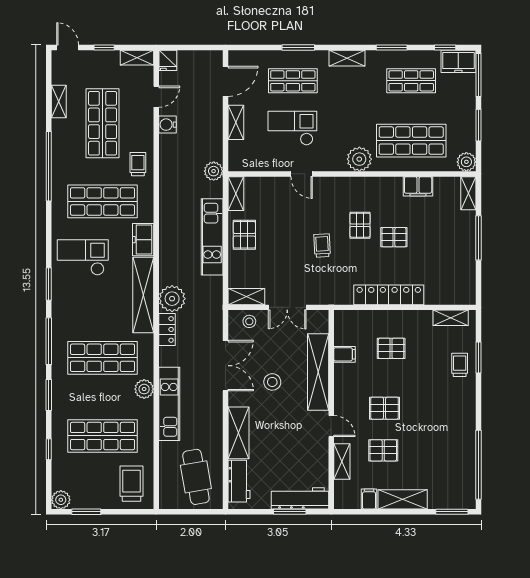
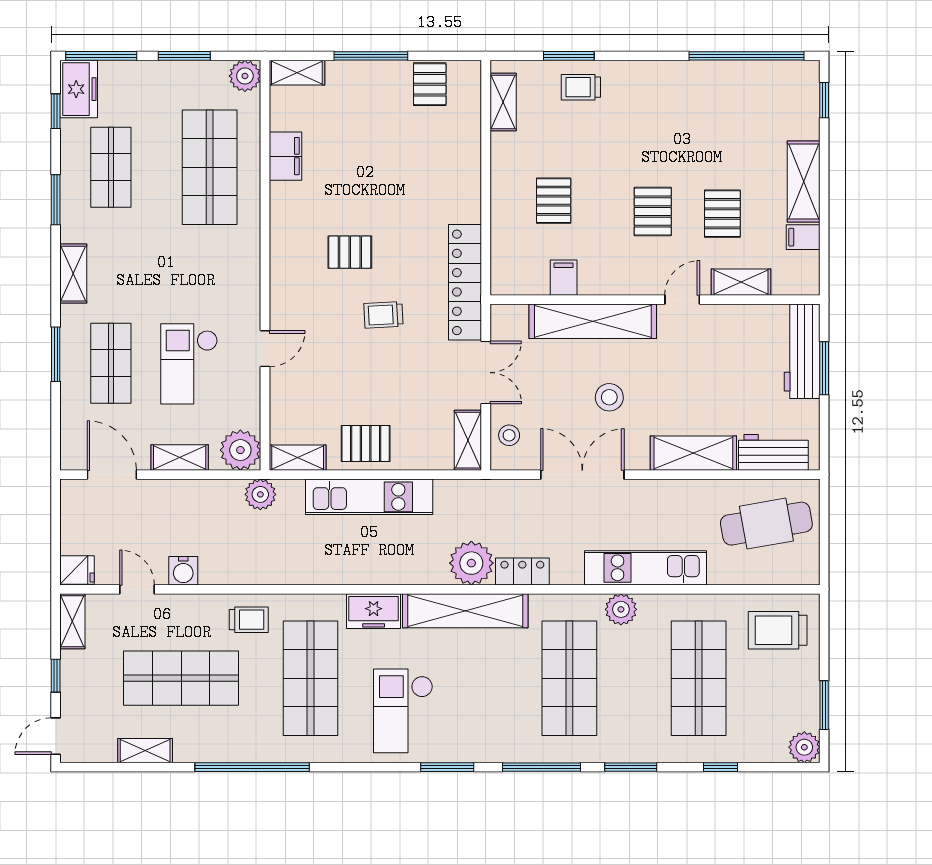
plant: (359, 159) -> (240, 450), moved
trolley: (138, 164) -> (249, 620), turned 180
pallet: (394, 237) -> (430, 84), moved
locker: (389, 295) -> (465, 282), moved
window: (452, 512) -> (824, 100), width x0.67

